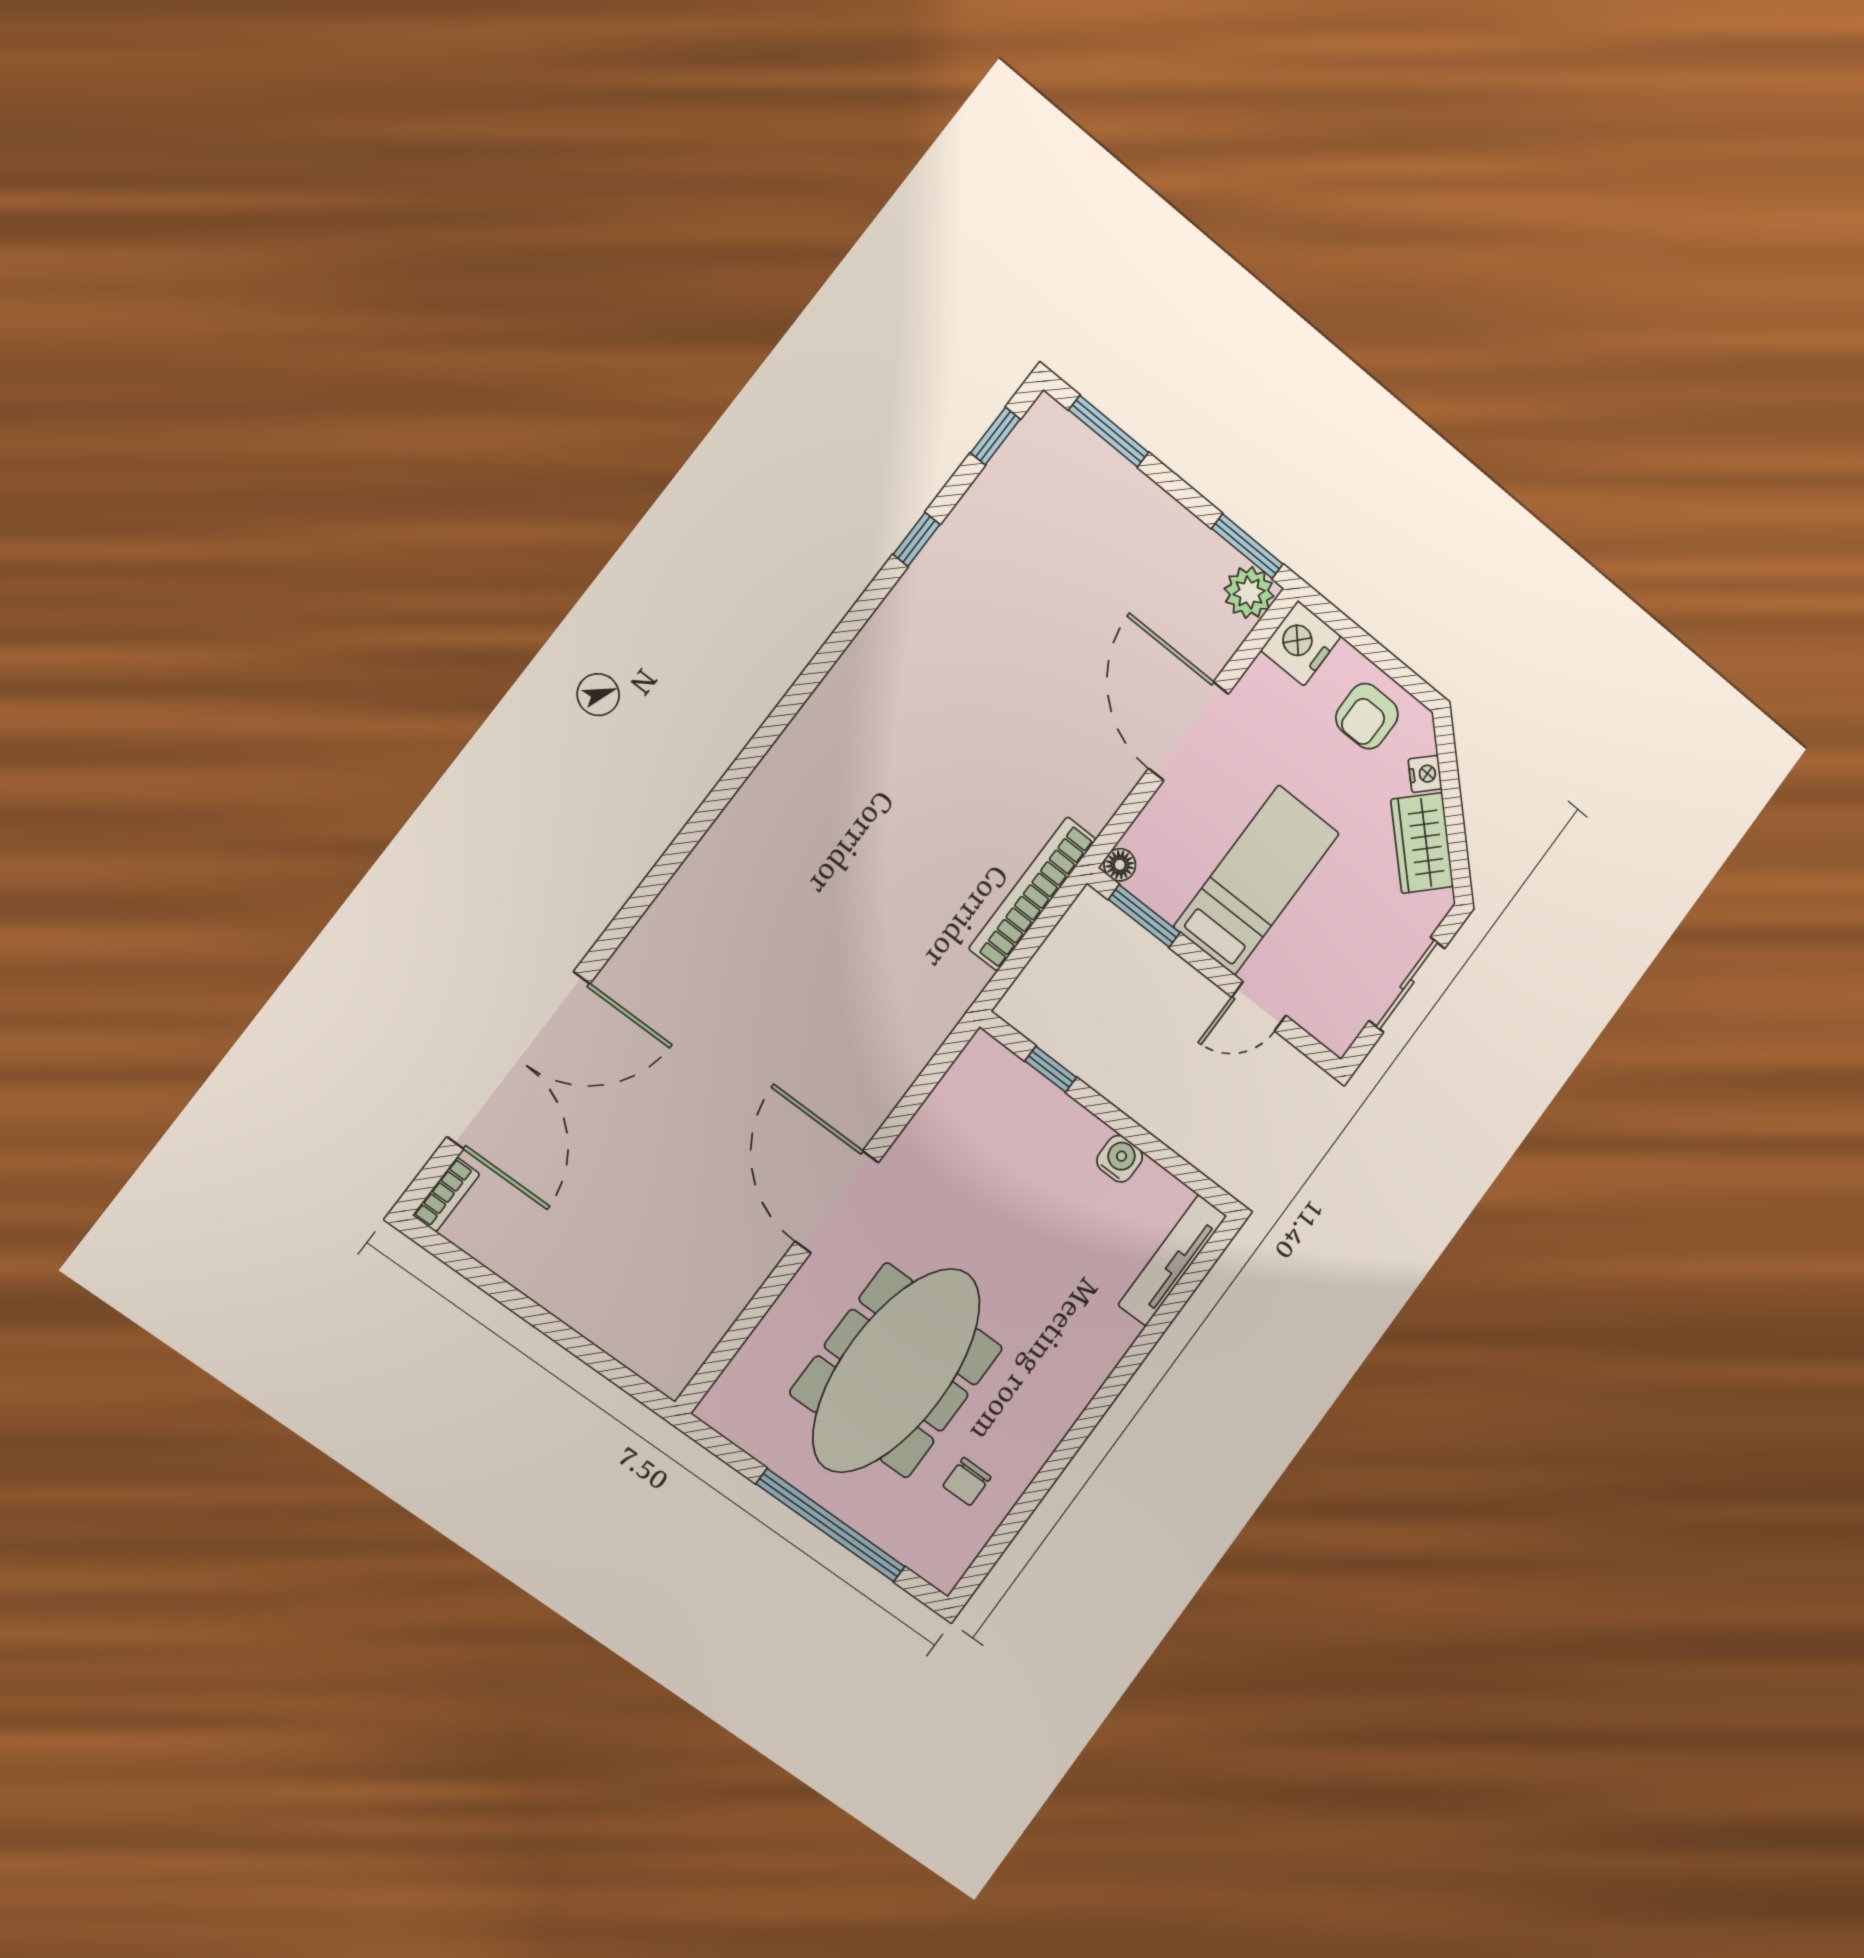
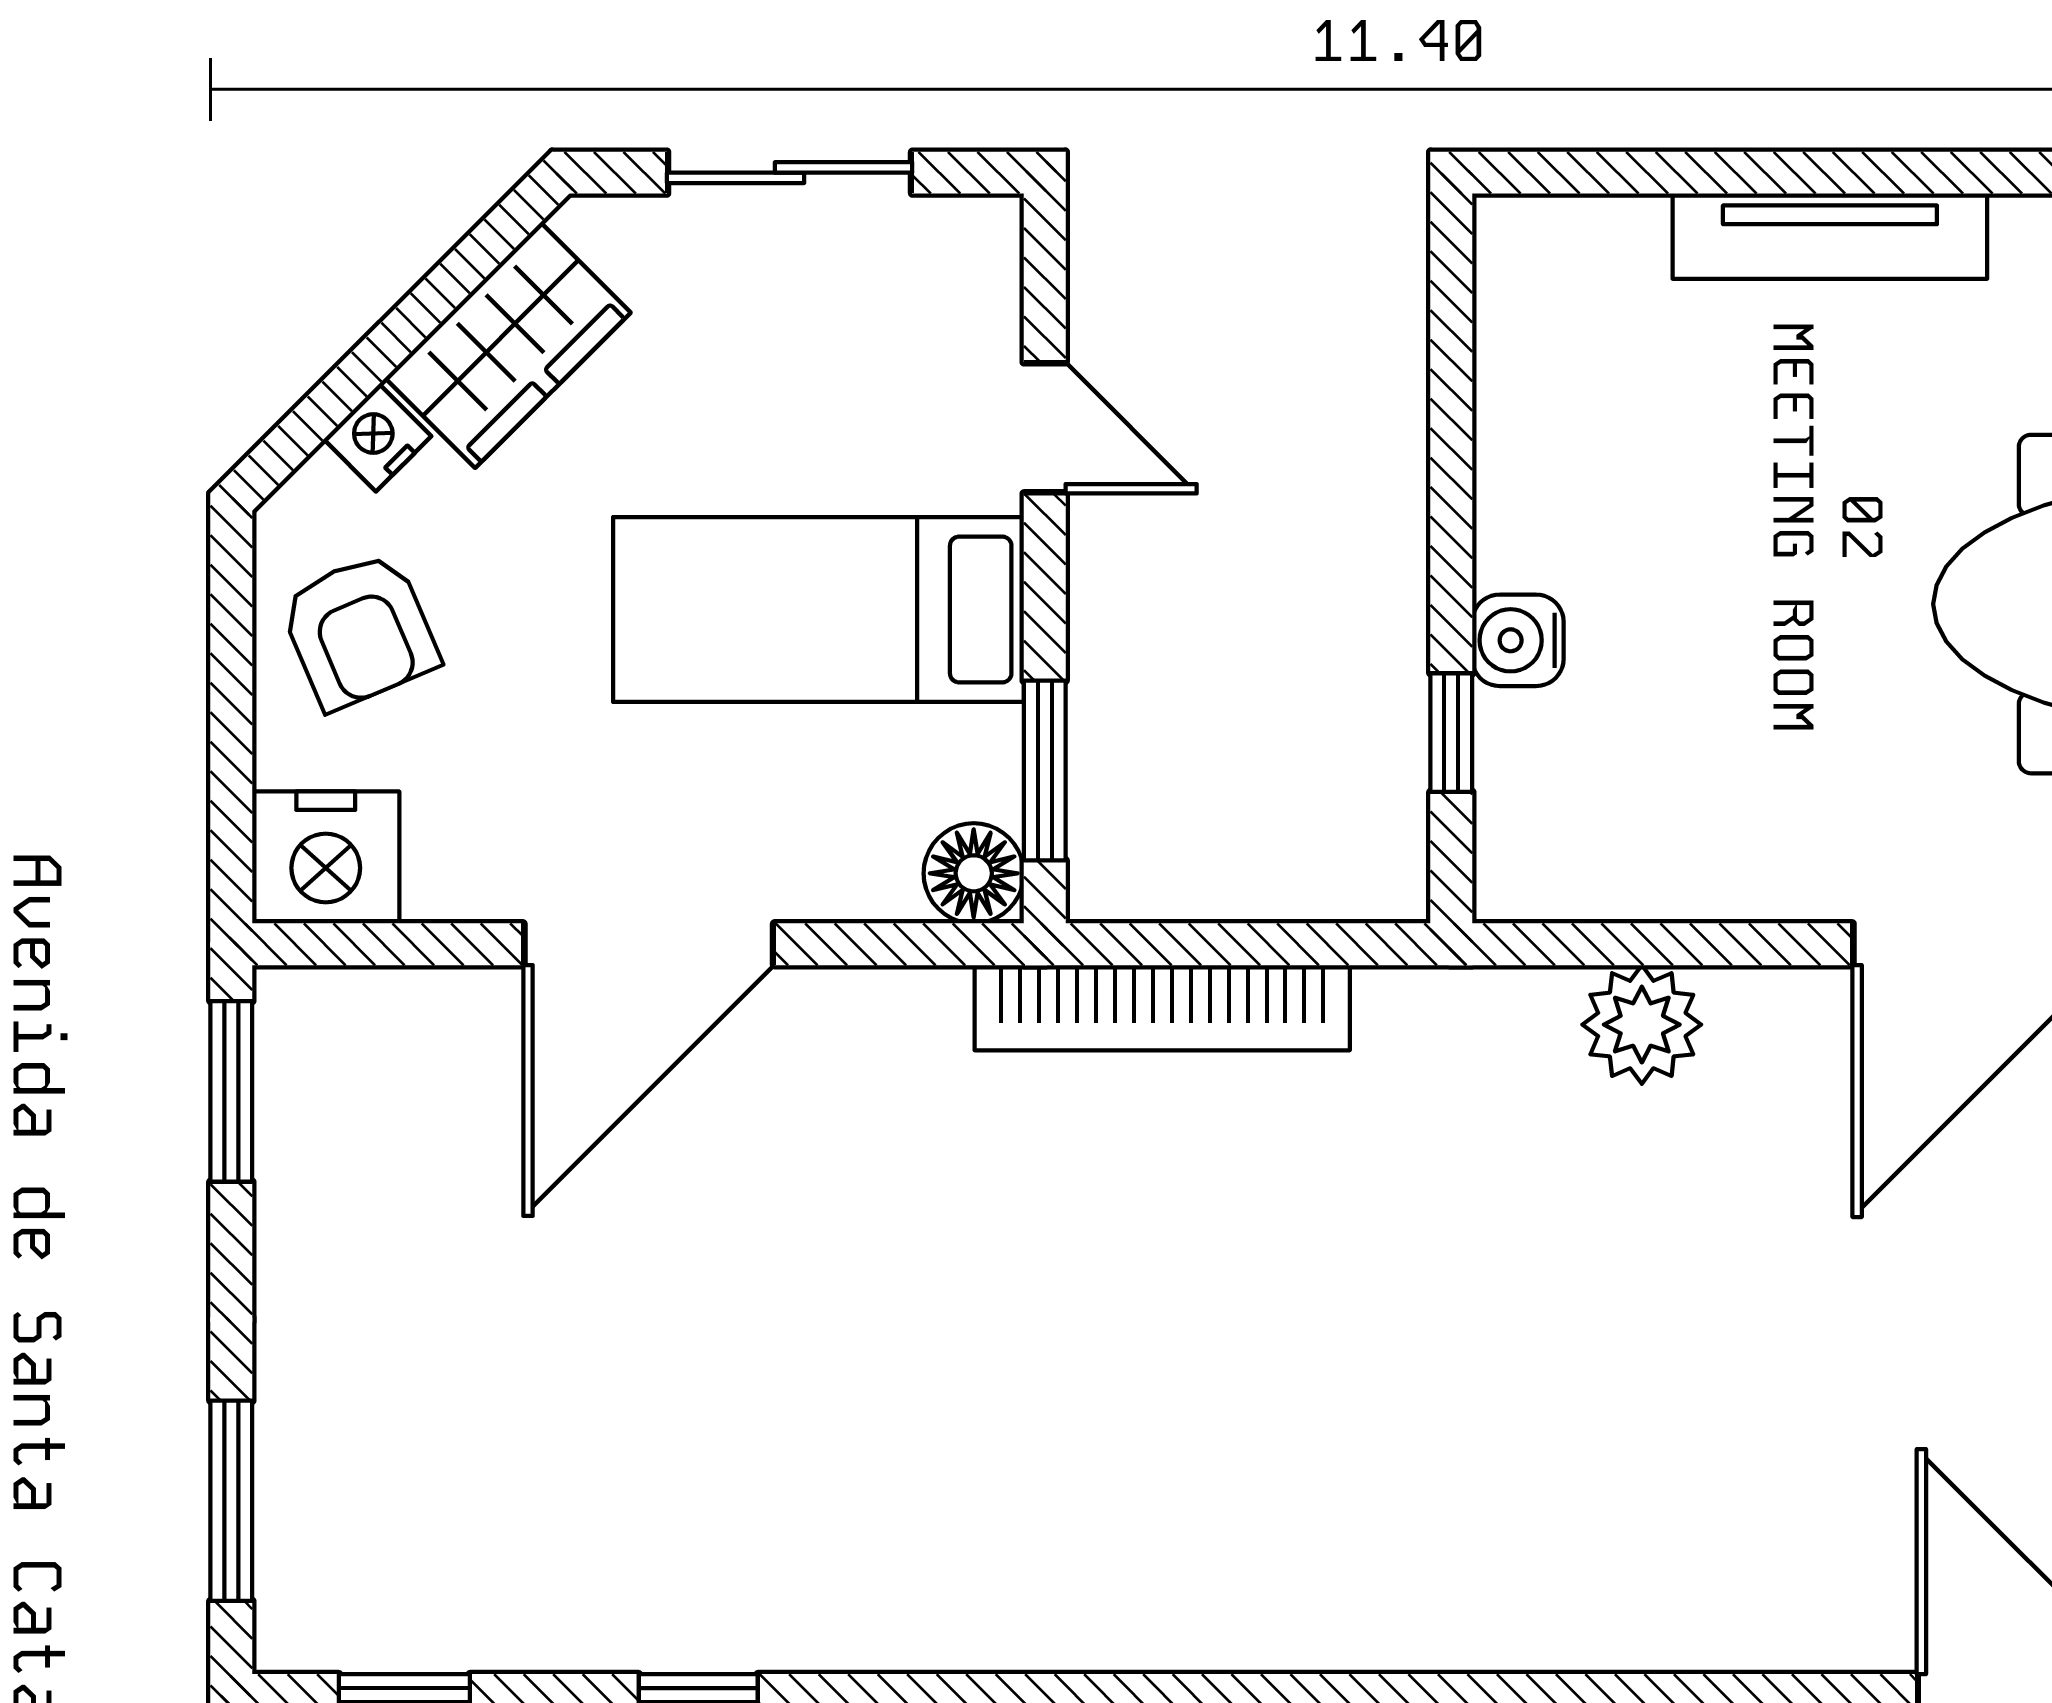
plant: (1249, 592) -> (1642, 1025), moved
armchair: (1367, 716) -> (359, 631), turned 67
floor lamp: (1120, 865) -> (974, 873), width x1.37, depth x1.37
water cooler: (1120, 1159) -> (1518, 640), moved
tv unit: (1172, 1260) -> (1830, 236), moved

